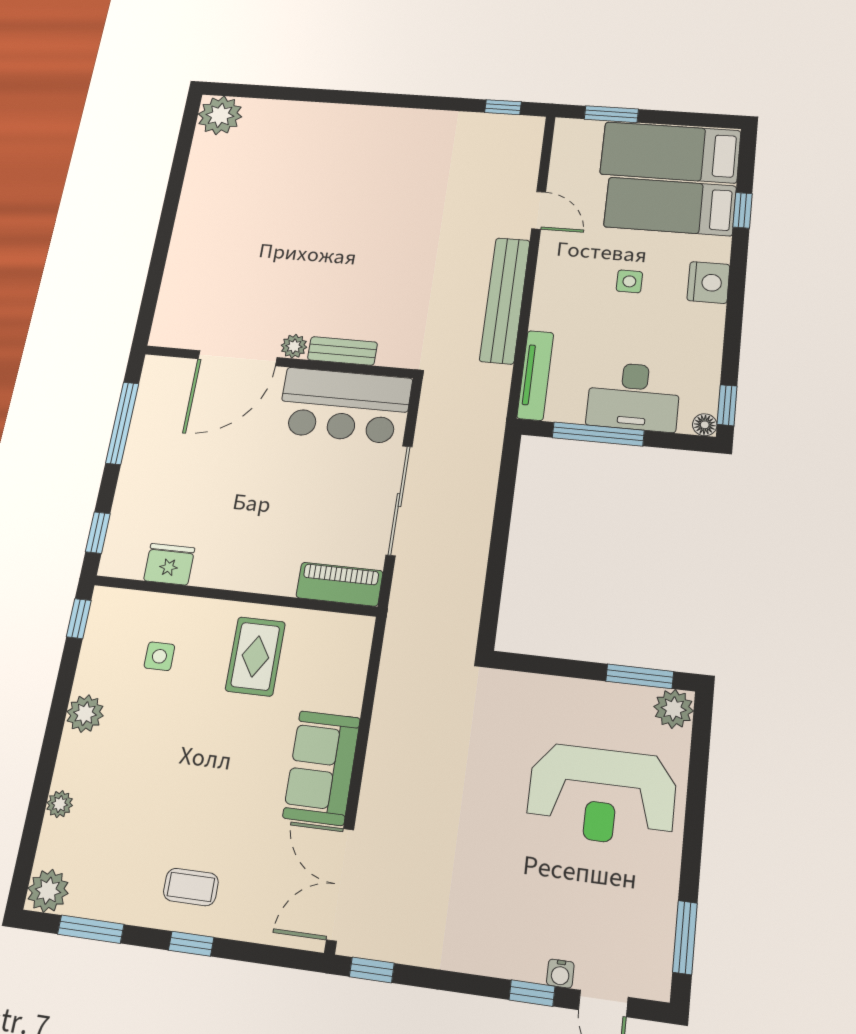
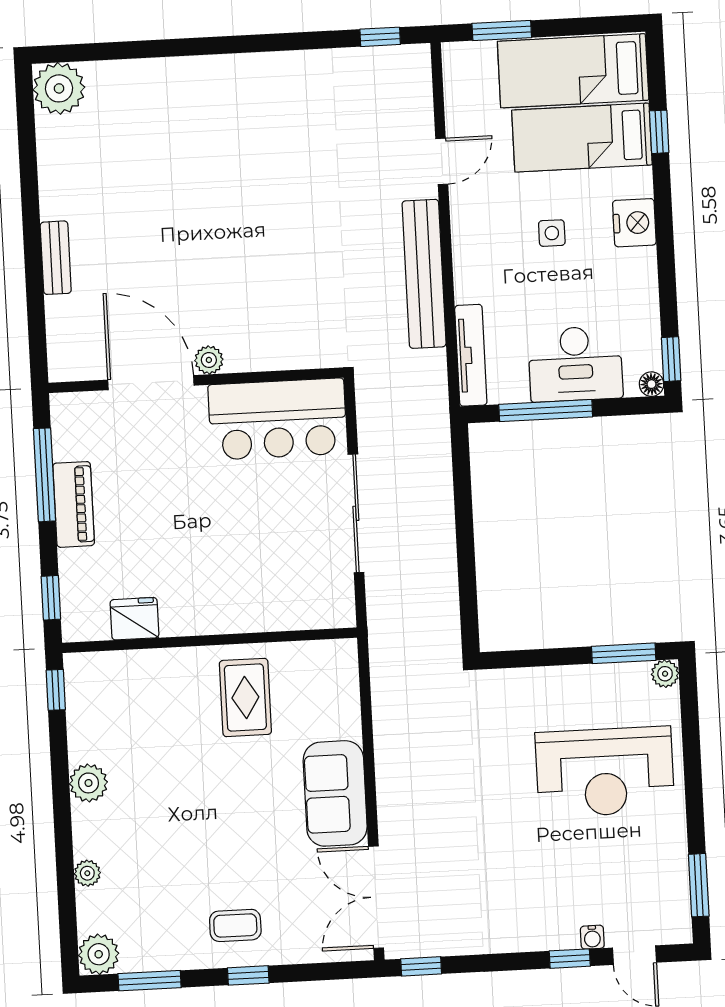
door: (539, 210) -> (442, 161), hinge flipped
bench: (342, 351) -> (56, 258), moved, turned 90
door: (237, 358) -> (151, 383), swing flipped
piano: (339, 584) -> (74, 504), moved, turned 90
side table: (159, 656) -> (149, 714), removed
plant: (674, 709) -> (665, 674), width x0.73, depth x0.73

